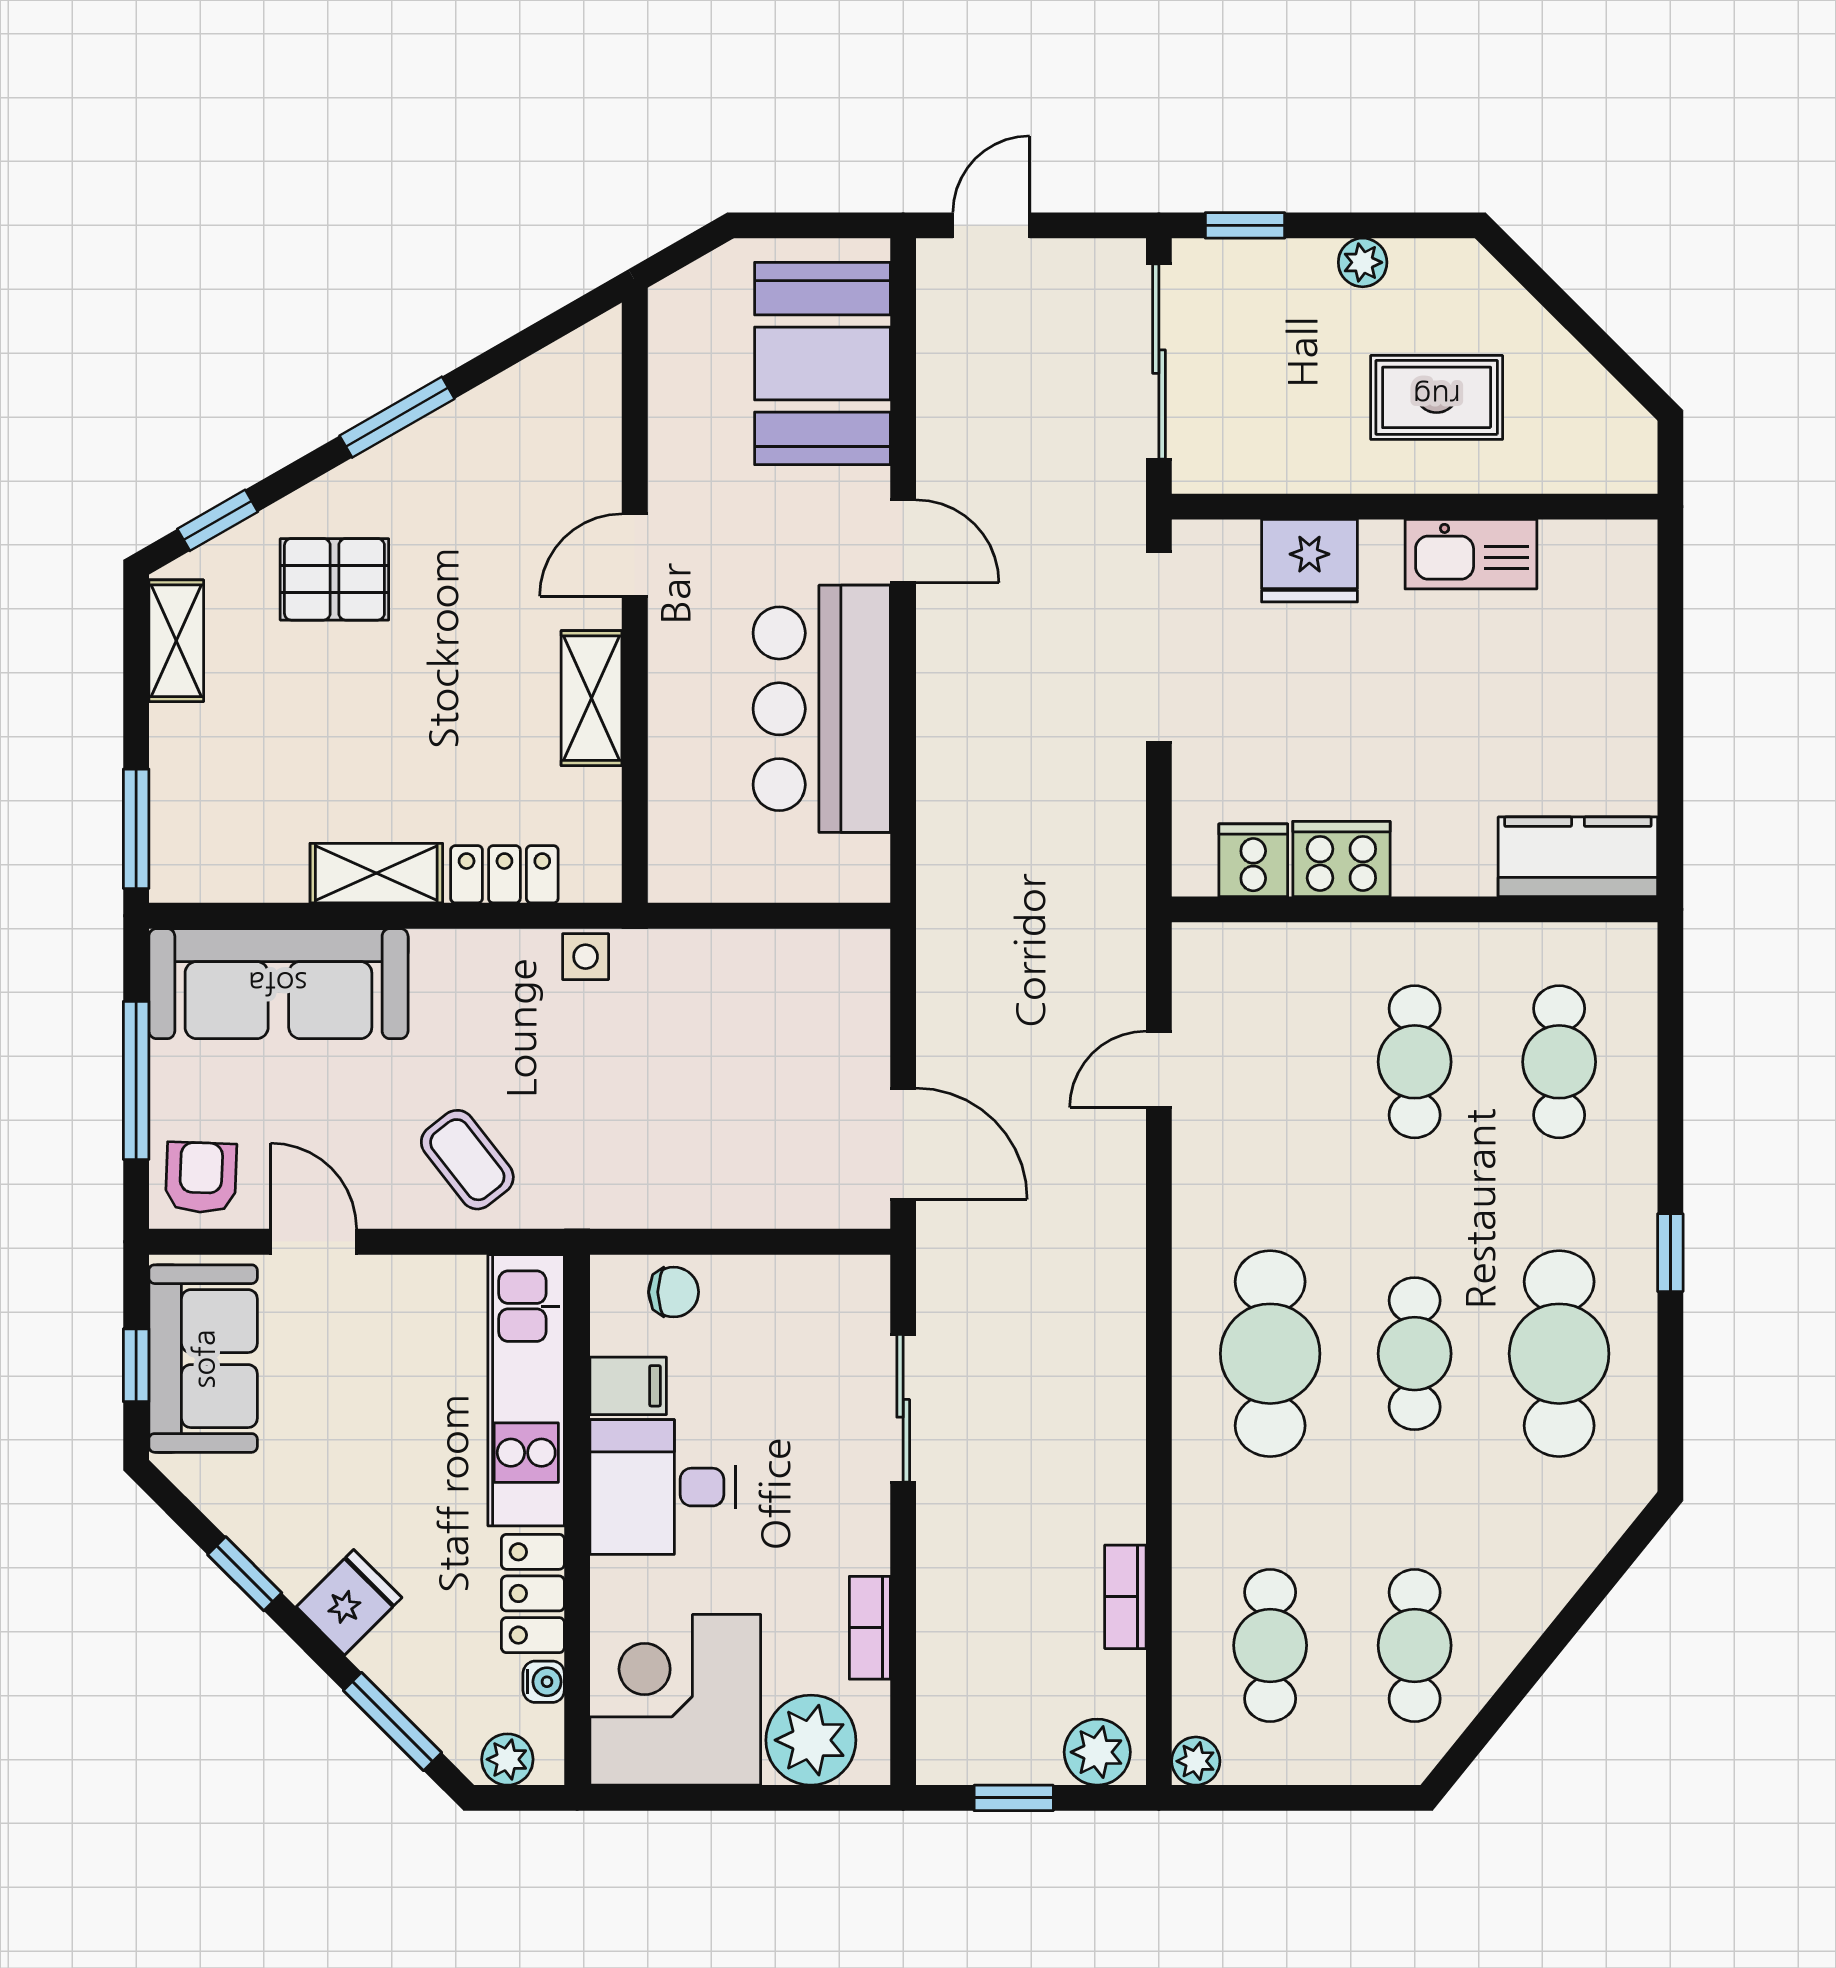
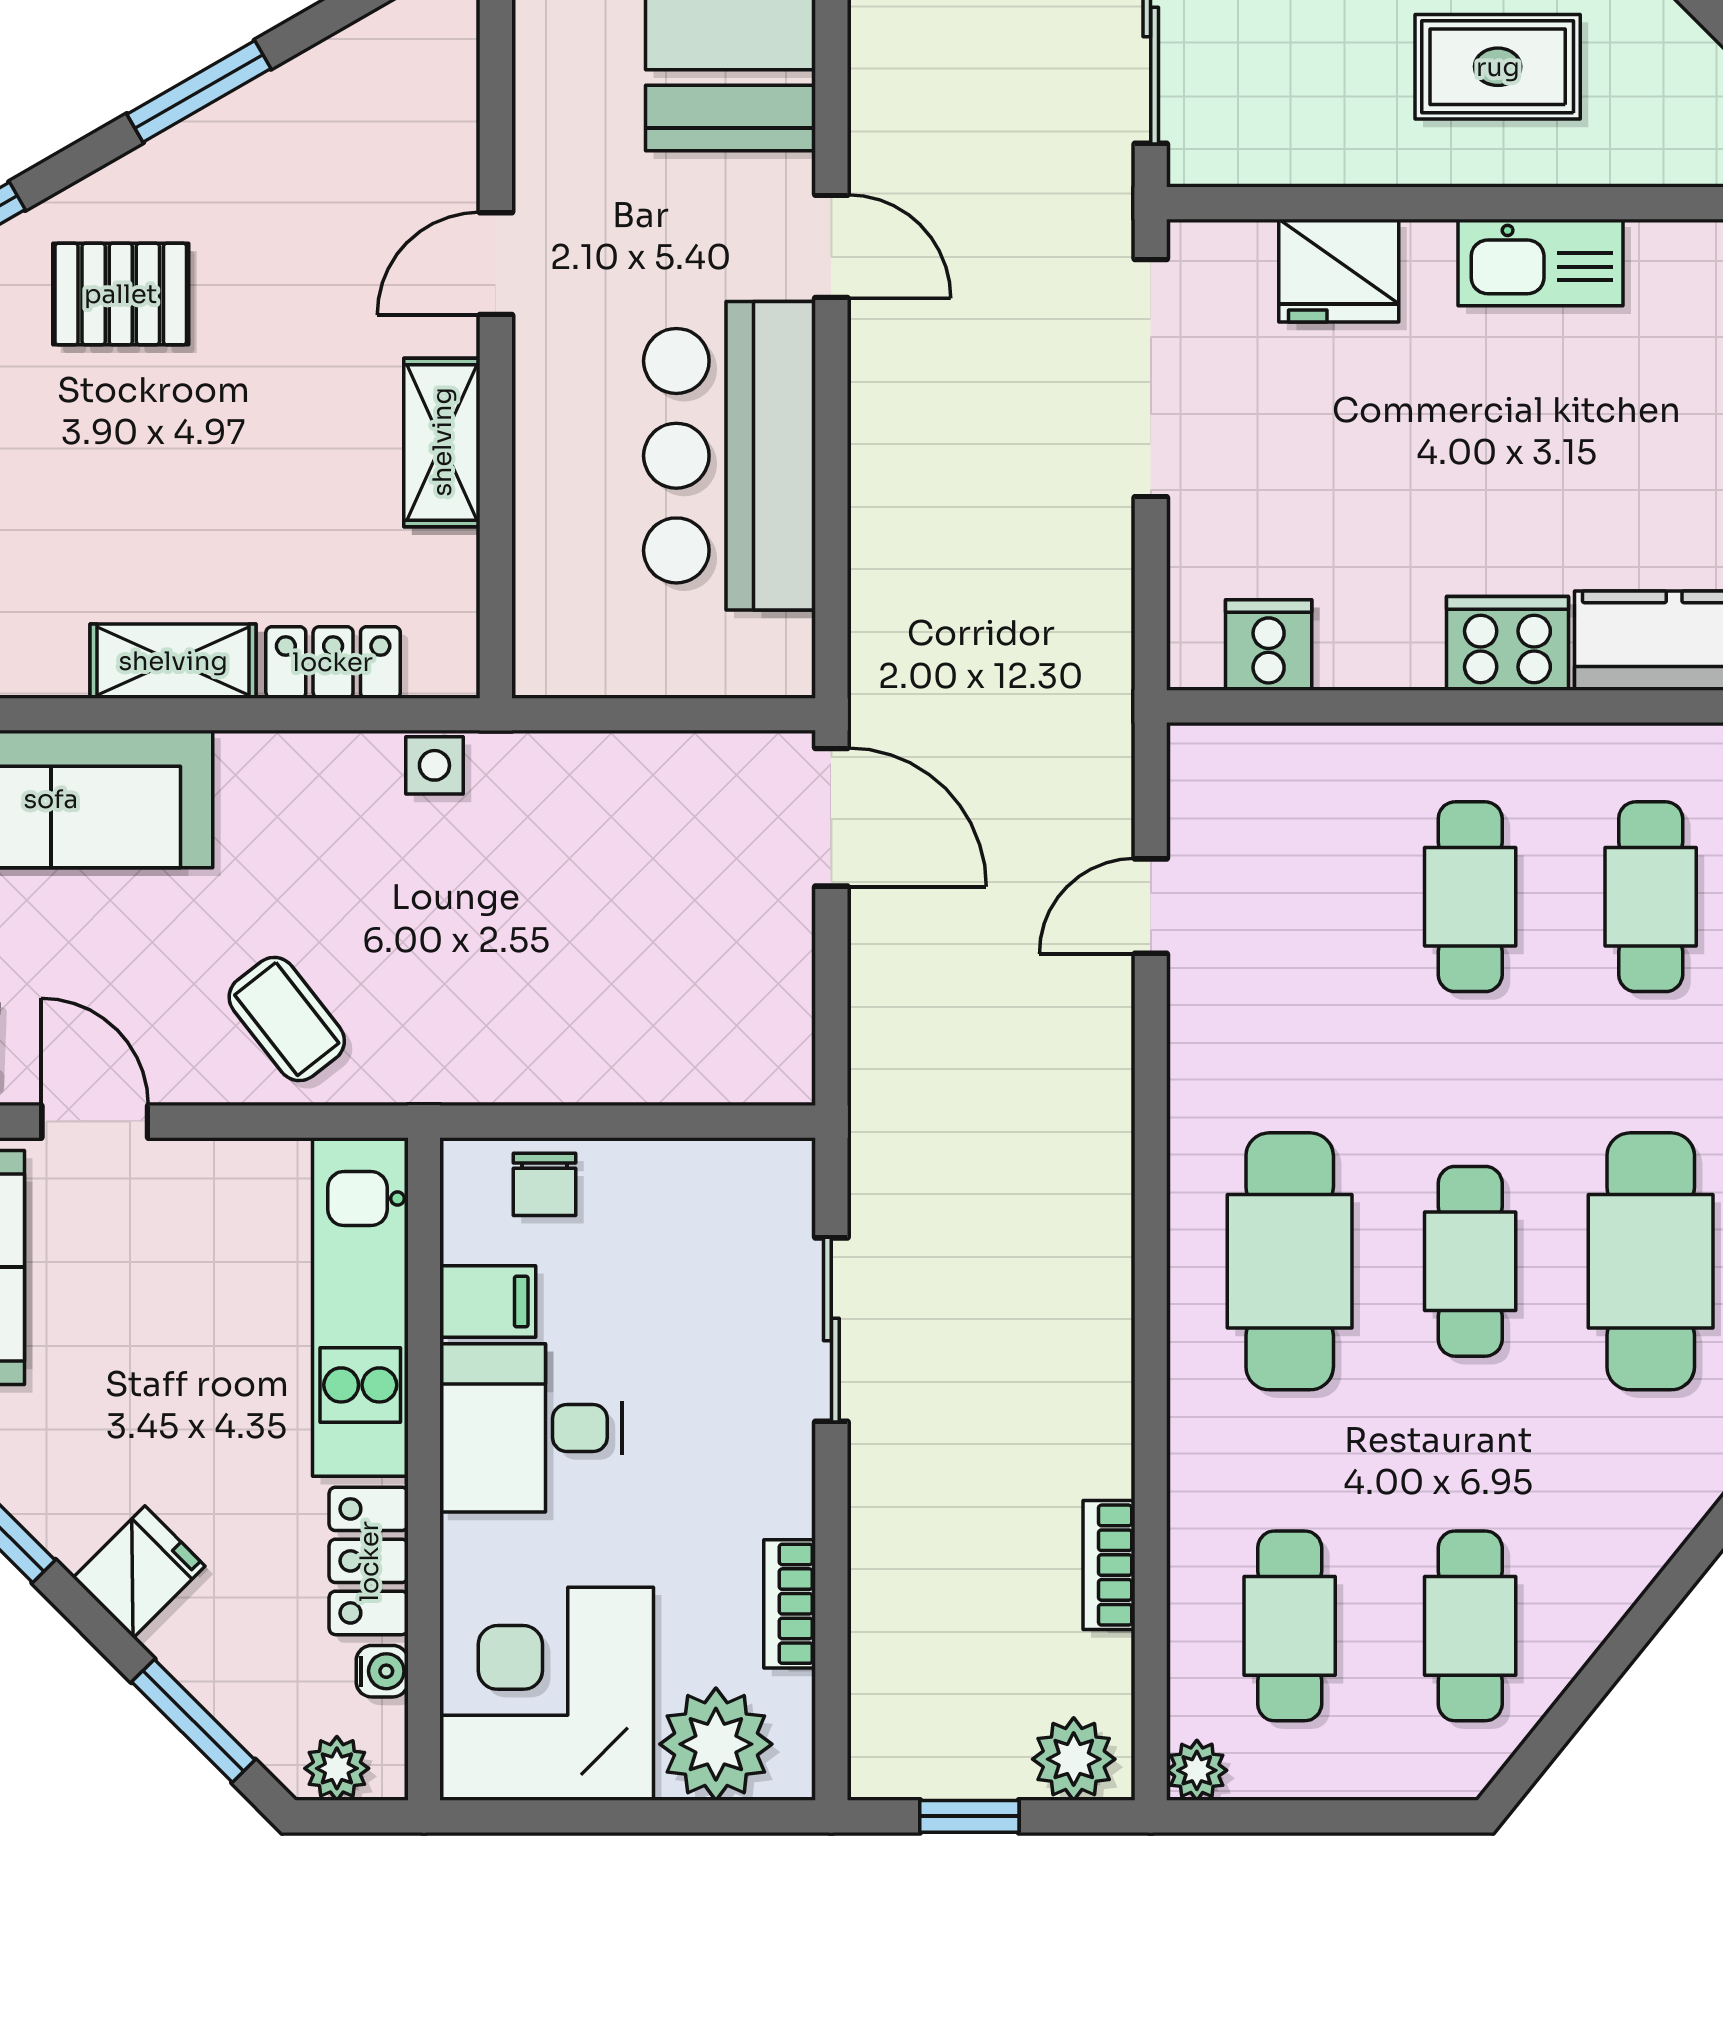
cooker: (1341, 859) -> (1507, 643), moved
door: (903, 1144) -> (831, 817), moved
chair: (674, 1292) -> (544, 1184), turned 90

